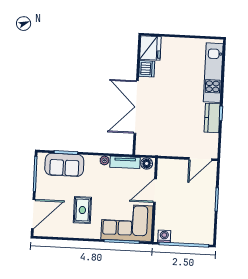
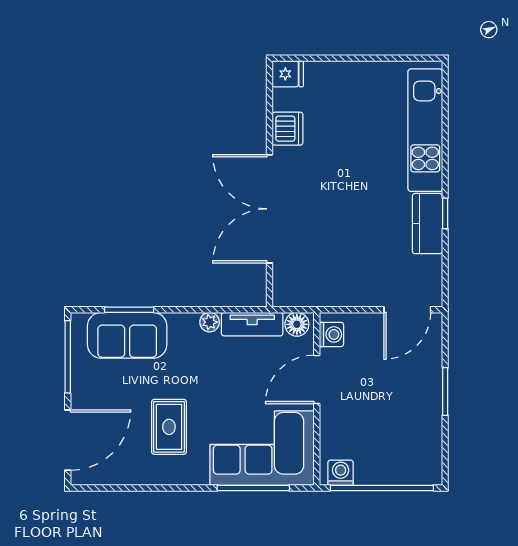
fridge: (150, 48) -> (288, 74), width x0.53, depth x0.75
washing machine: (163, 169) -> (331, 334), added

